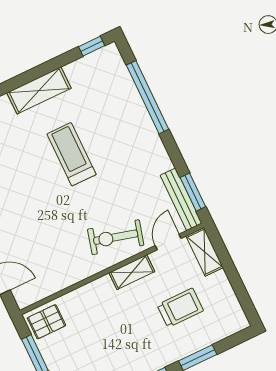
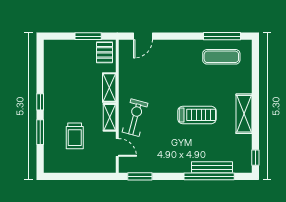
bench: (181, 199) -> (212, 167), moved
shelving: (205, 252) -> (109, 88), moved, turned 90

